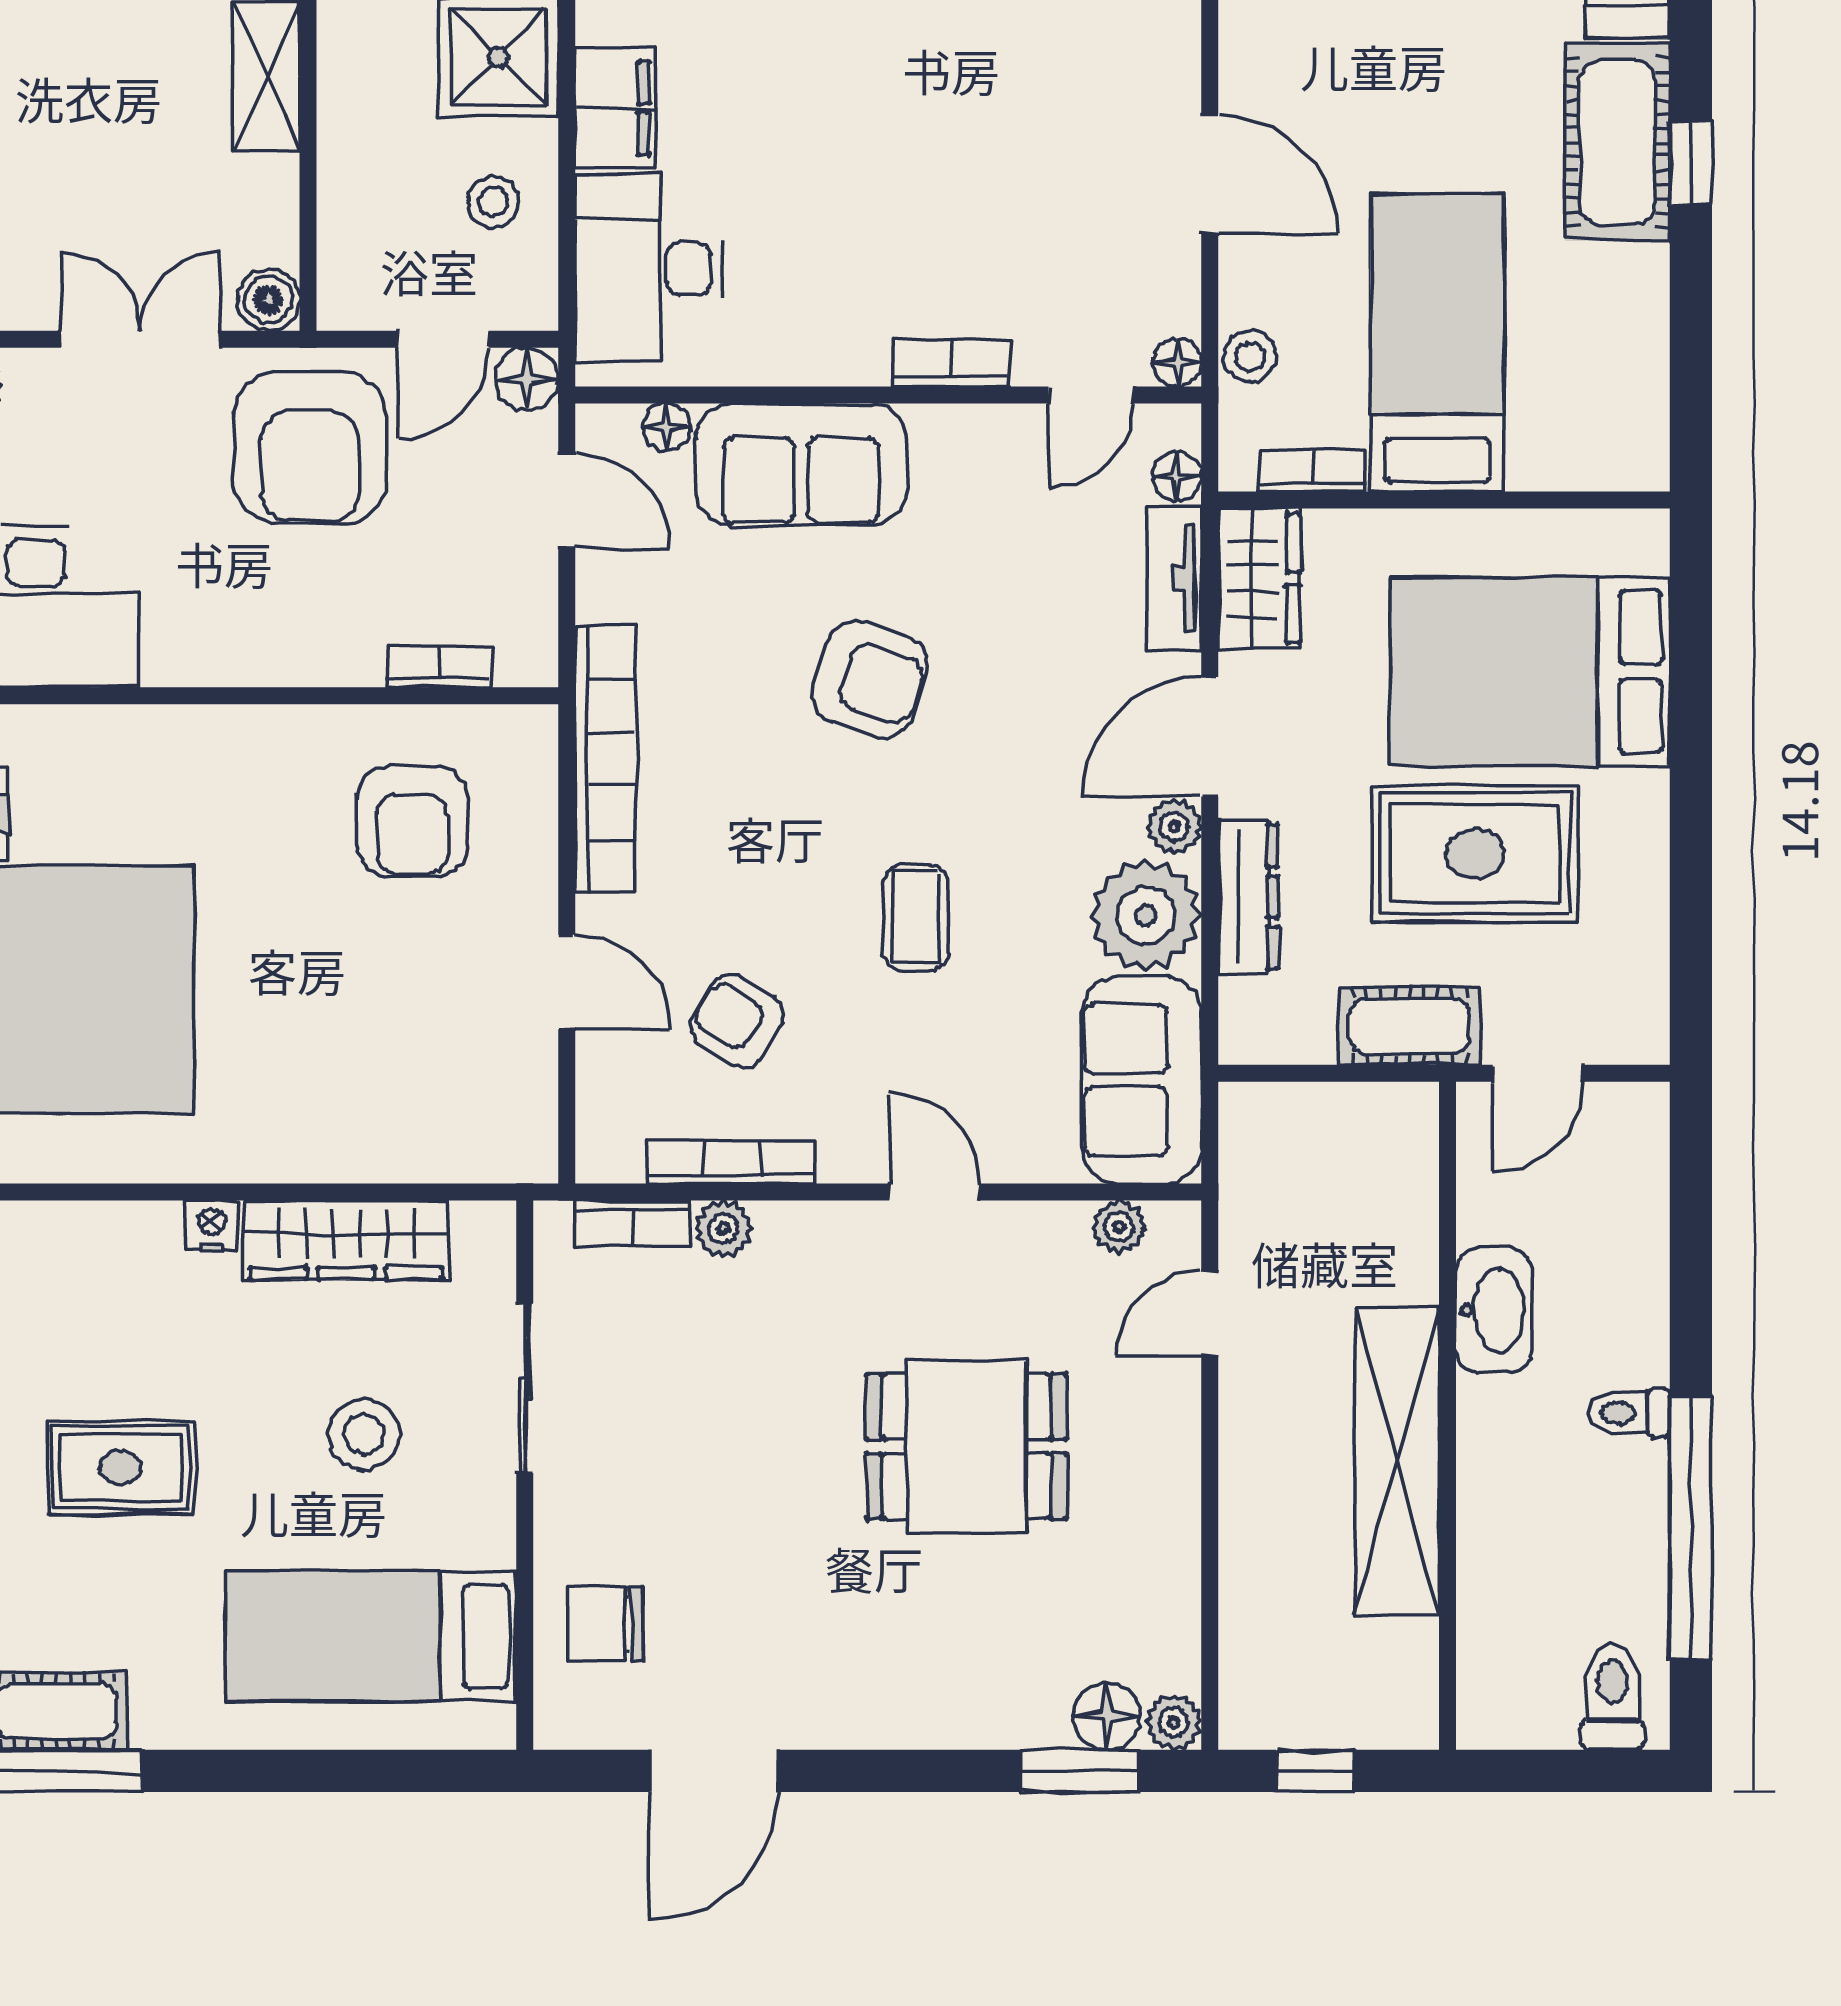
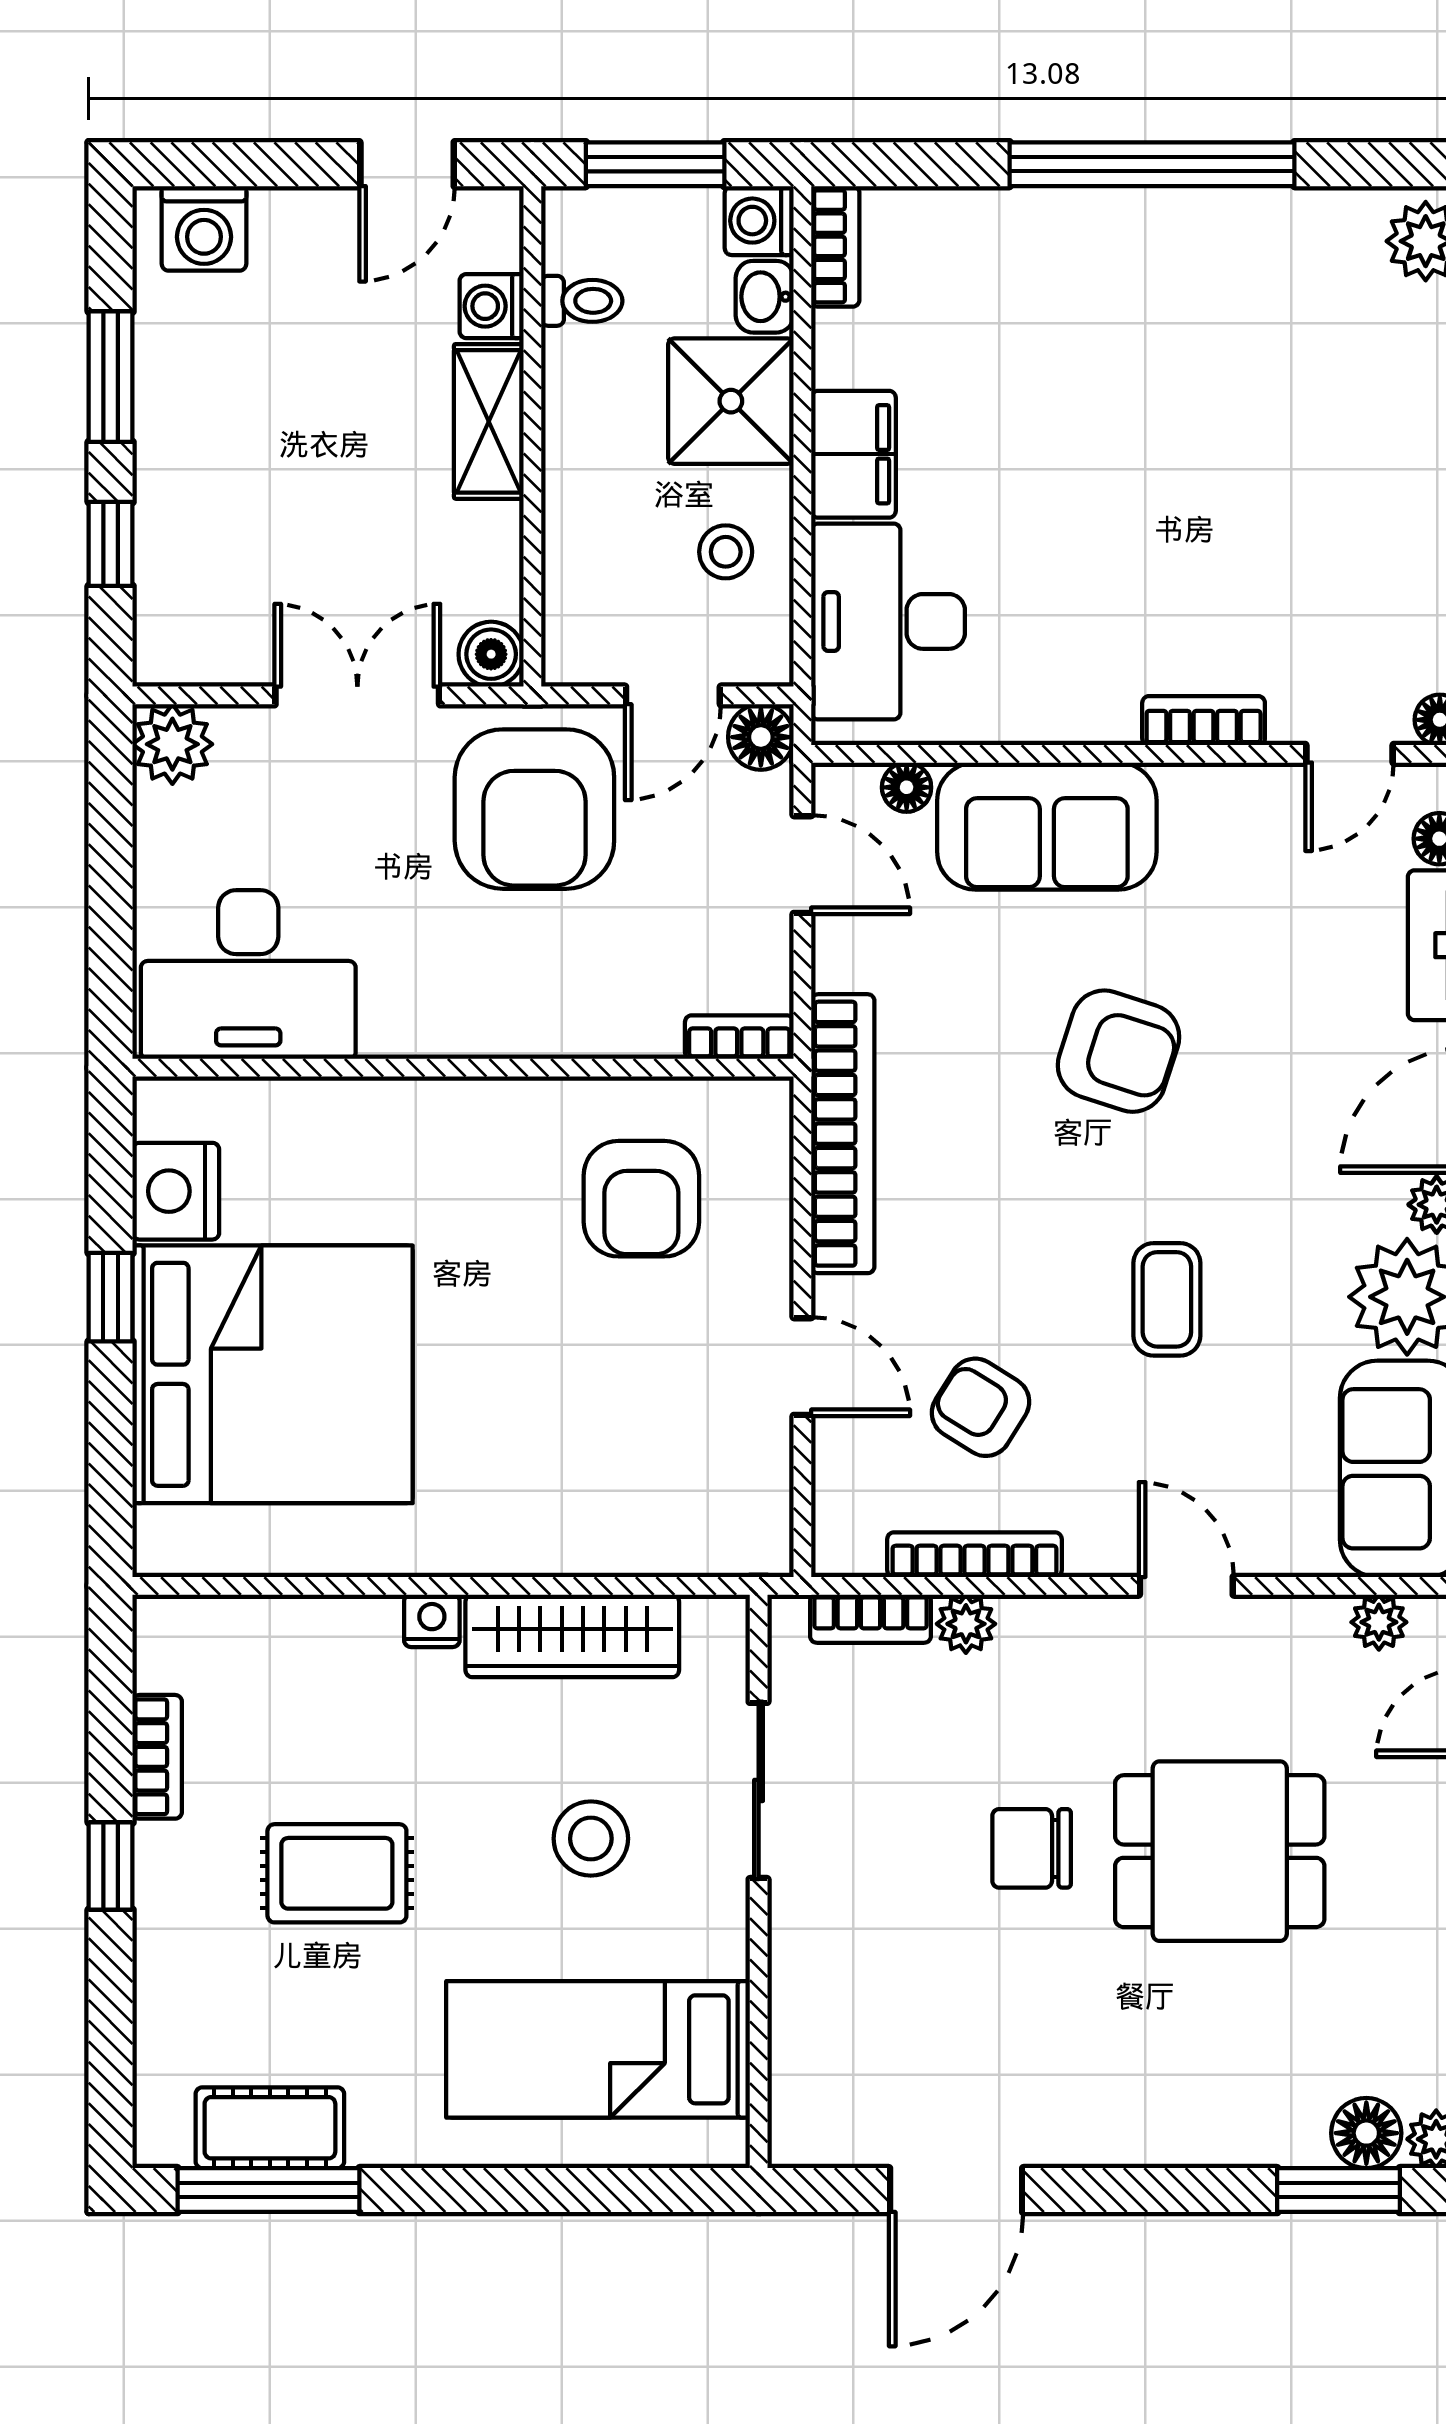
bookcase: (439, 666) -> (739, 1037), moved
chair: (605, 1624) -> (1032, 1848), moved

